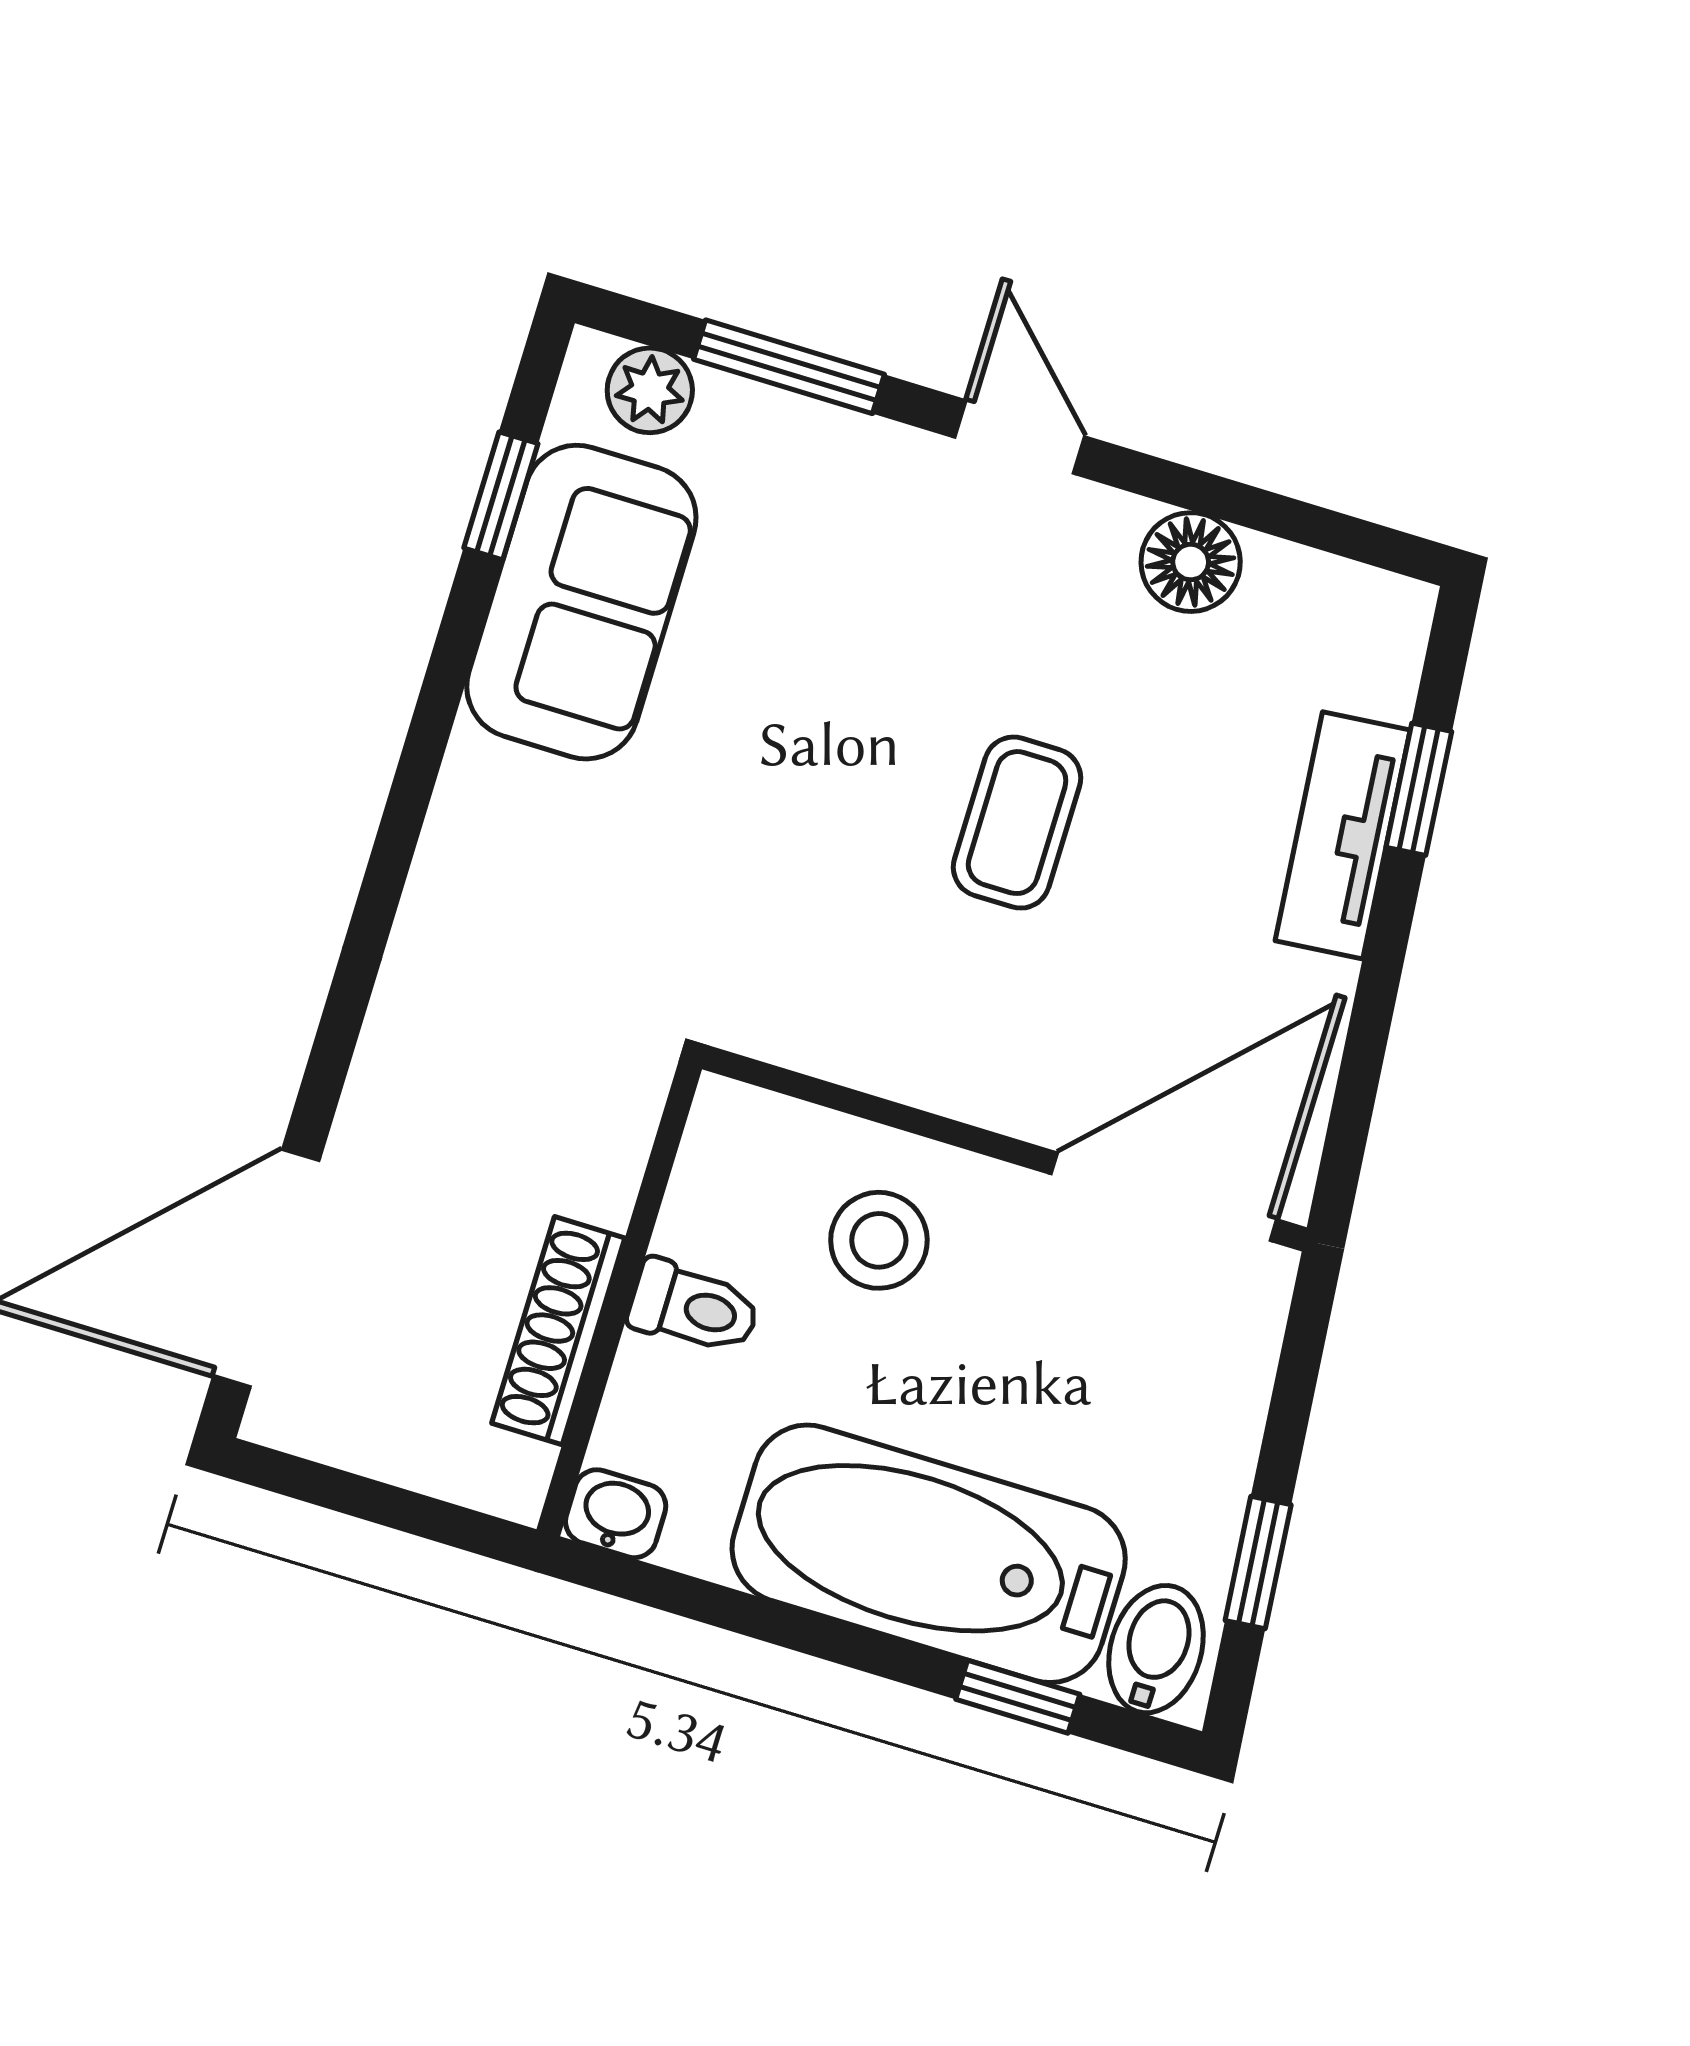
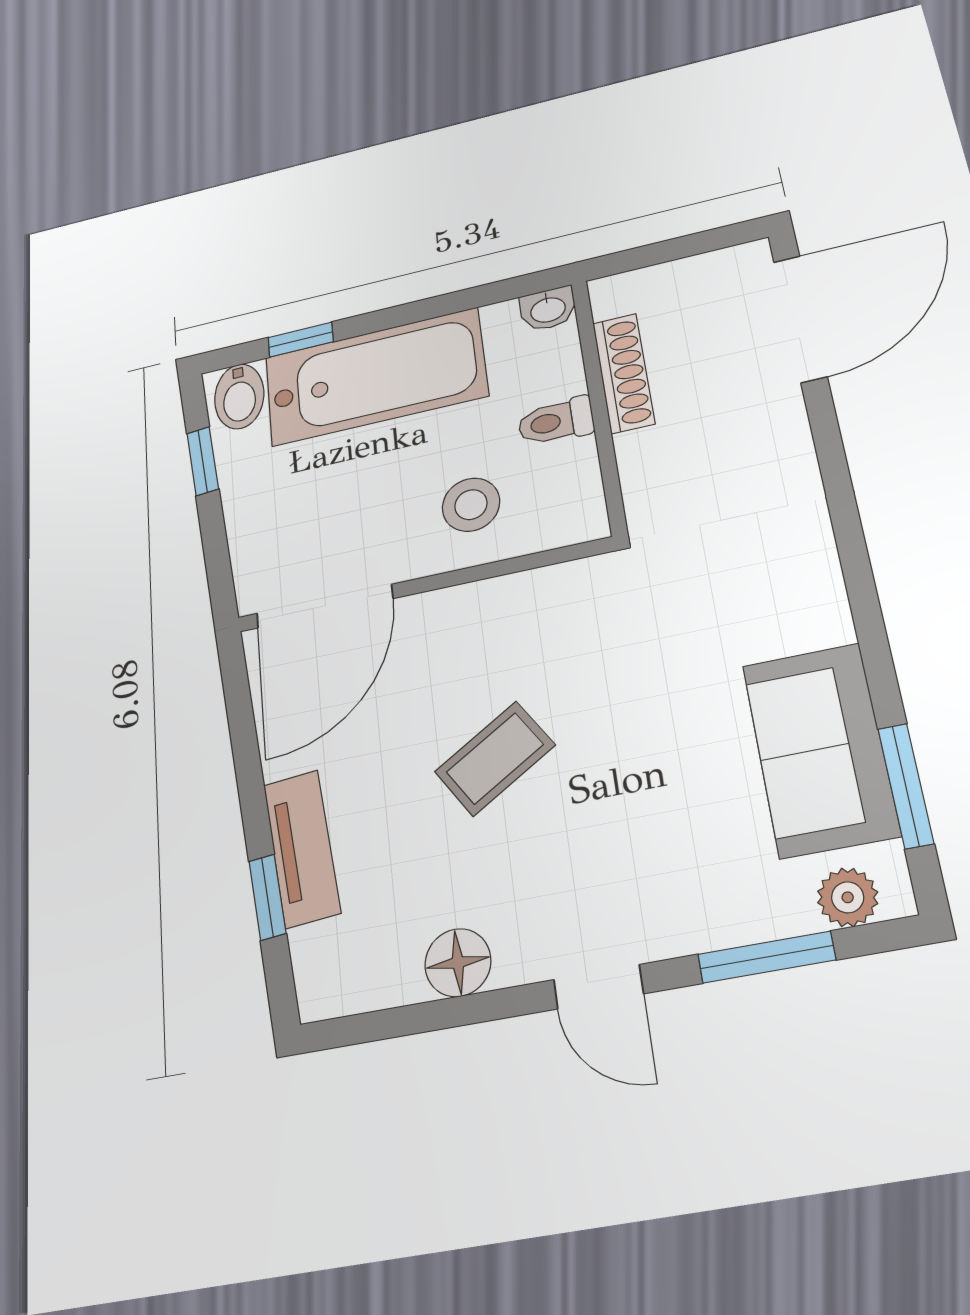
window: (501, 496) -> (906, 786), width x1.50
coffee table: (1017, 823) -> (495, 758), turned 58

